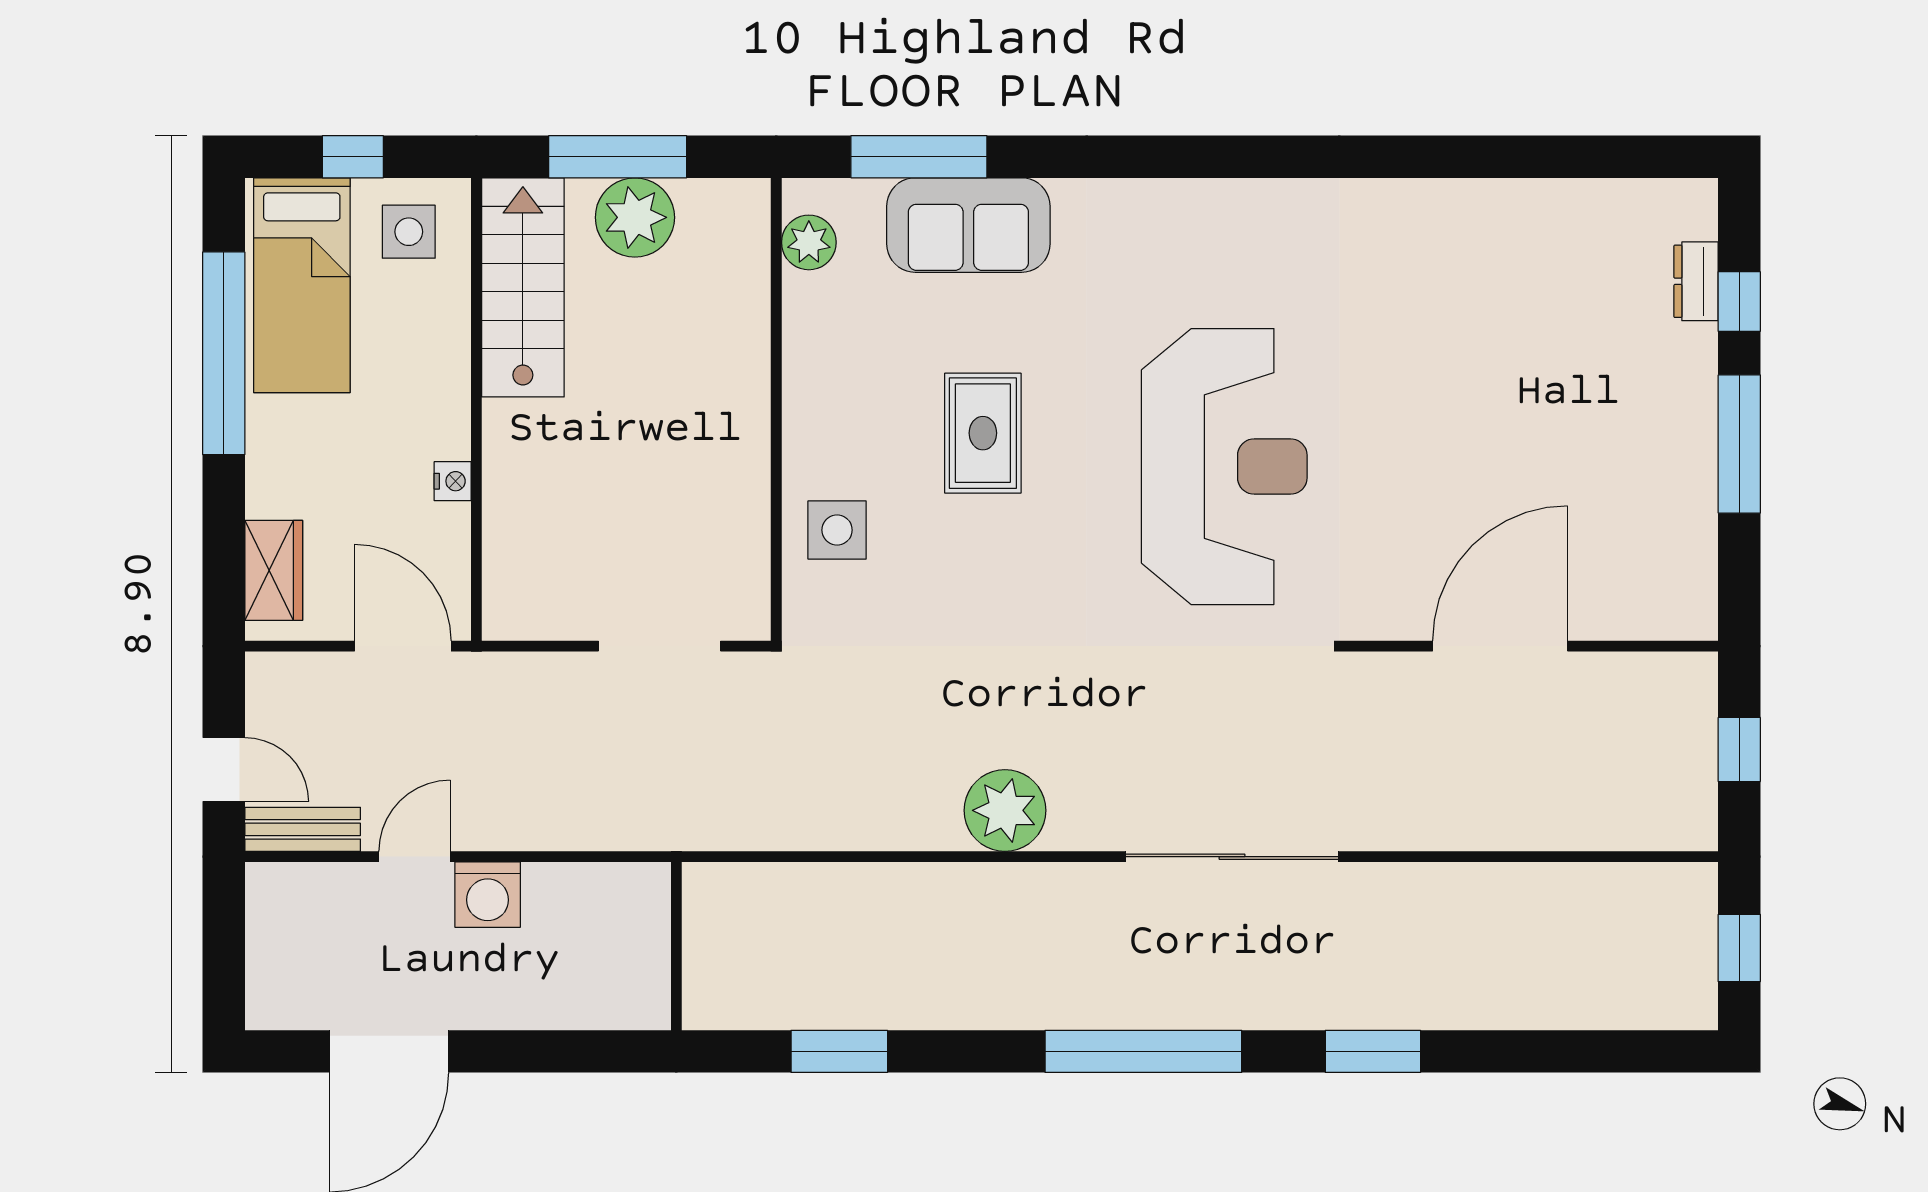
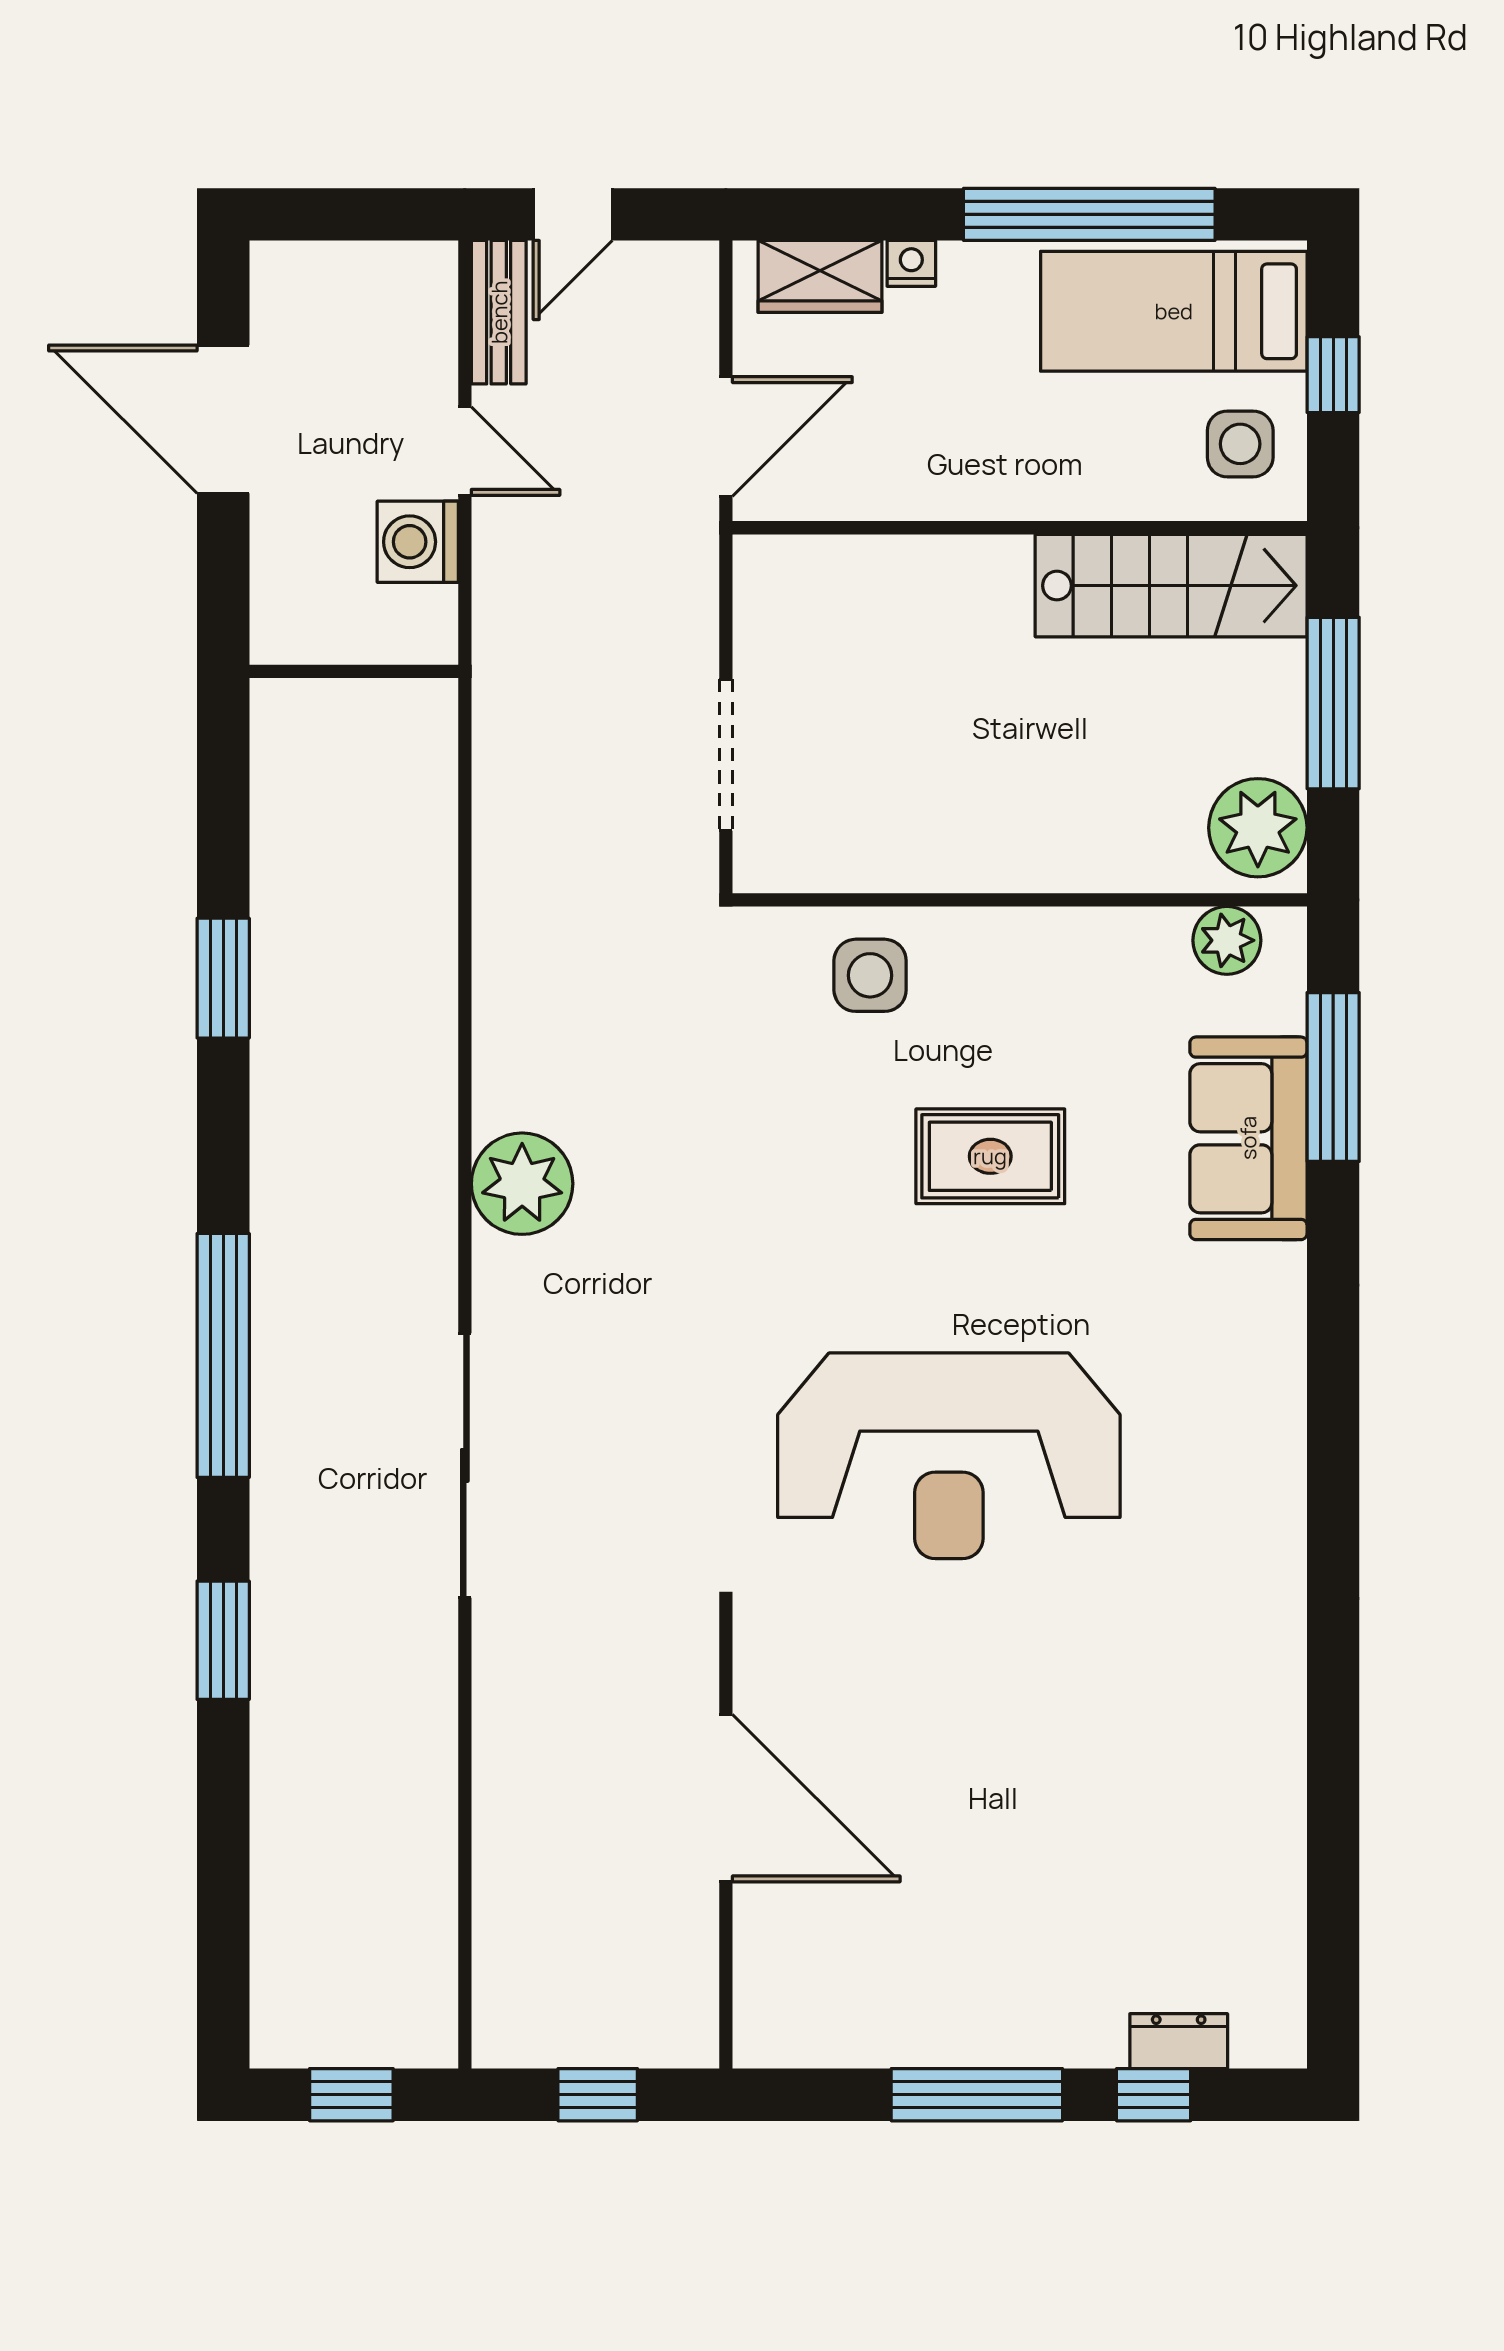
plant: (635, 217) -> (1258, 828), moved
nightstand: (453, 481) -> (911, 263), moved, turned 180
wall: (676, 946) -> (354, 671), moved

